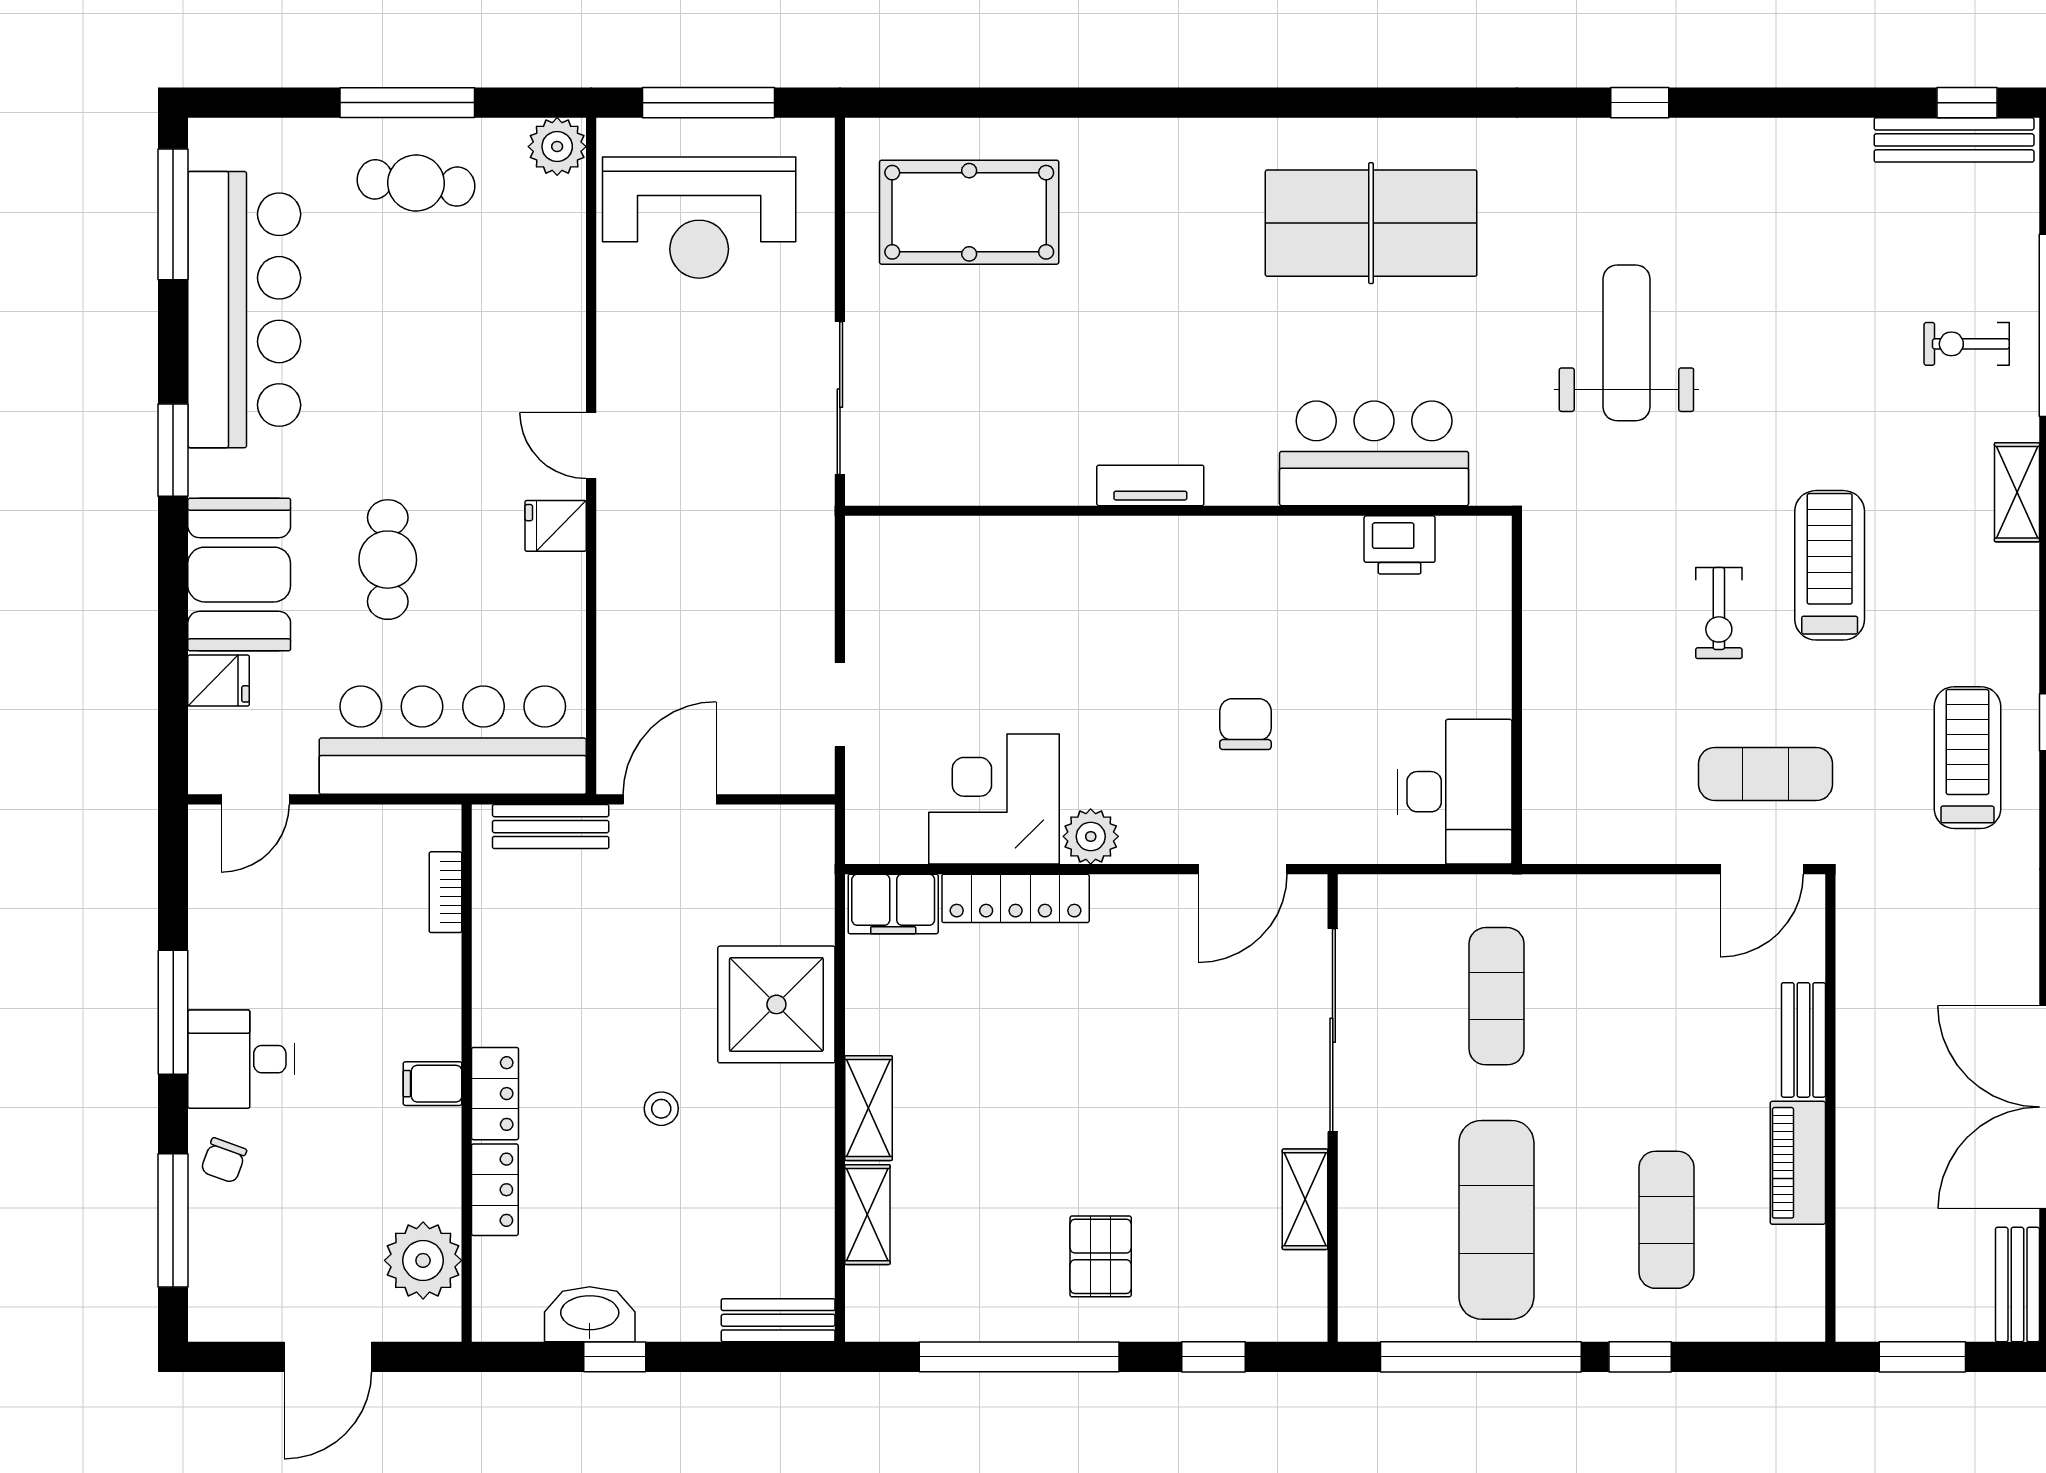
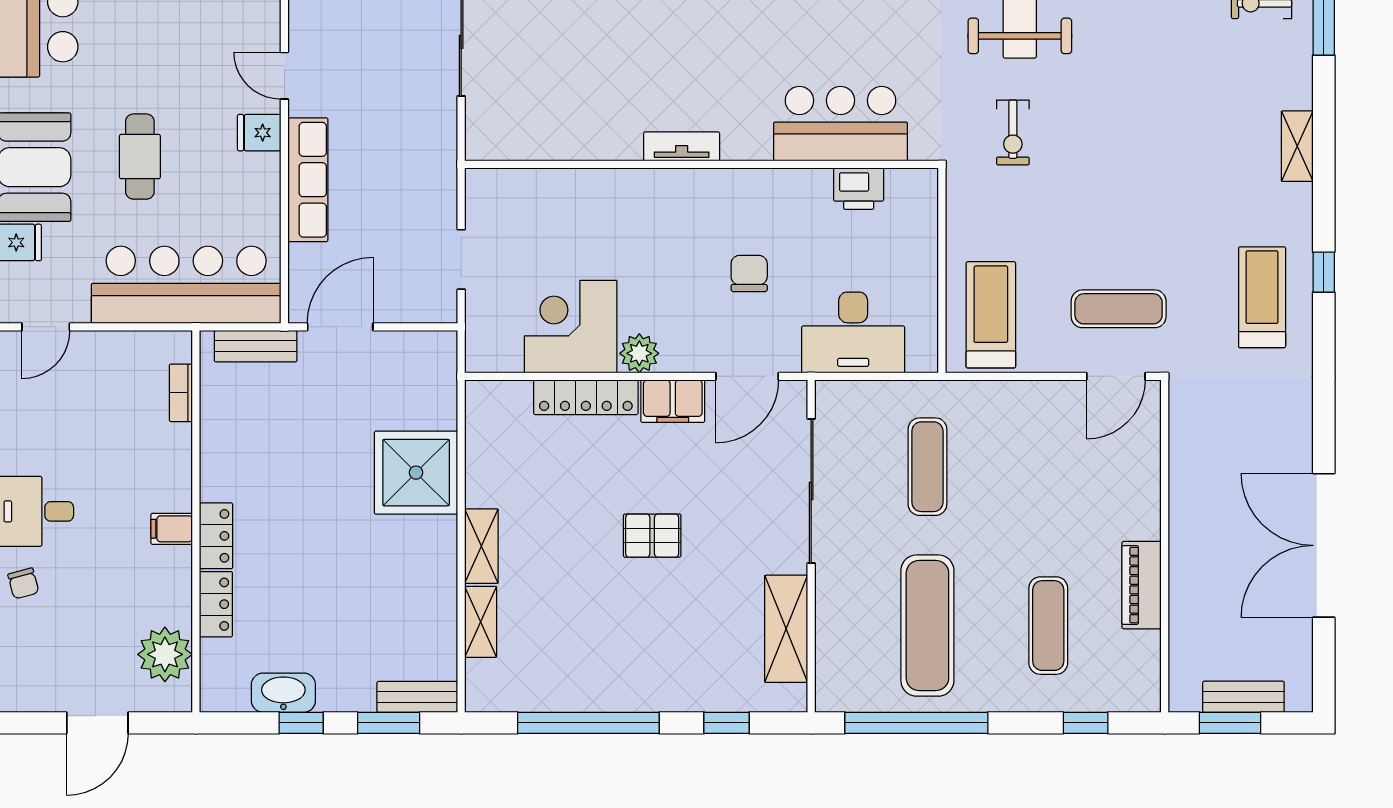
bar counter: (1374, 453) -> (841, 124), moved
tv unit: (1150, 485) -> (682, 146), moved
shelving: (2017, 492) -> (1297, 146), moved
wall: (1178, 511) -> (701, 164), moved
printer: (1400, 545) -> (859, 189), moved
treadmill: (1830, 565) -> (991, 315), moved
row of seats: (624, 592) -> (308, 180), added
exercise bike: (1719, 613) -> (1013, 132), moved
desk: (1455, 792) -> (853, 332), moved, turned 90
filing cabinet: (893, 904) -> (673, 401), moved
bench: (1803, 1040) -> (1146, 498), removed
stool: (661, 1109) -> (334, 547), removed
chair: (224, 1160) -> (23, 583), turned -35
shelving: (1305, 1199) -> (786, 629), width x1.50, depth x1.33
pallet: (1101, 1256) -> (652, 536), moved, turned 90
bench: (2017, 1285) -> (1243, 697), moved, turned 90
window: (738, 1357) -> (389, 723), added
window: (1640, 1357) -> (1086, 723), moved

